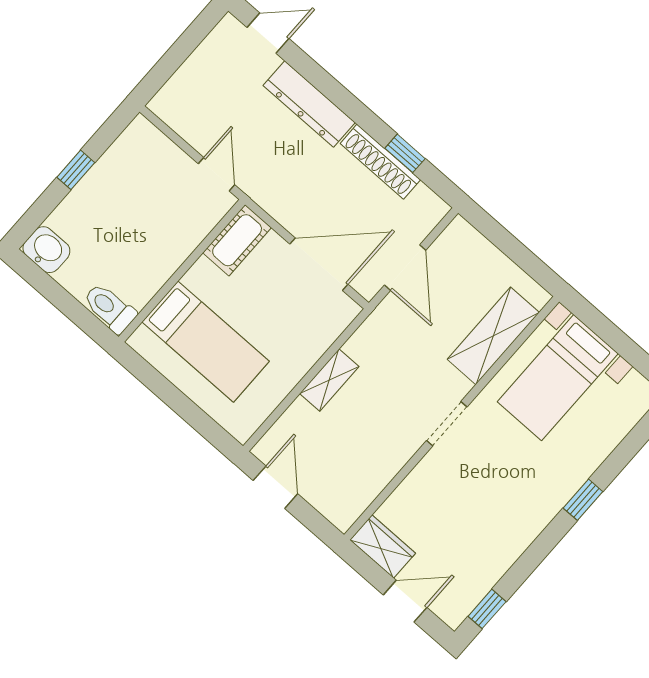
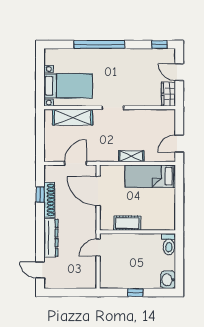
cot: (237, 240) -> (127, 223), moved
bed: (206, 342) -> (150, 176), moved, turned -90
window: (583, 500) -> (99, 45), width x3.17

